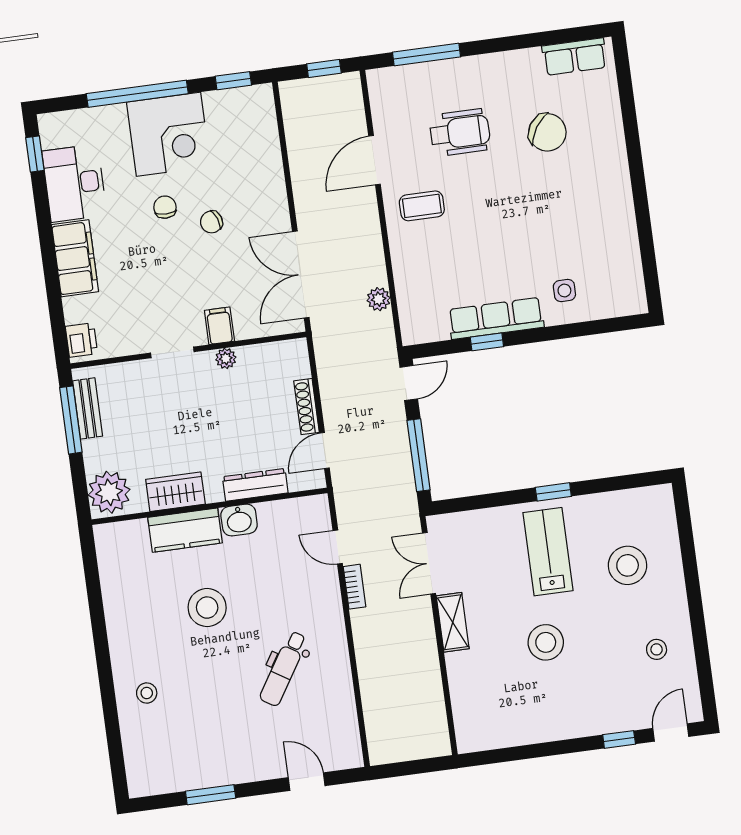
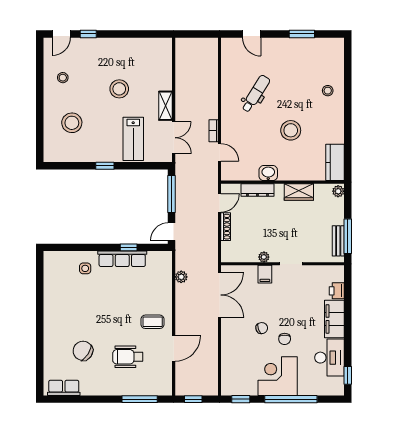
printer: (81, 340) -> (337, 291), moved
plant: (109, 492) -> (338, 191), width x0.53, depth x0.53
kitchen counter: (185, 530) -> (335, 162), moved, turned -90
lab bench: (548, 552) -> (133, 139), moved

